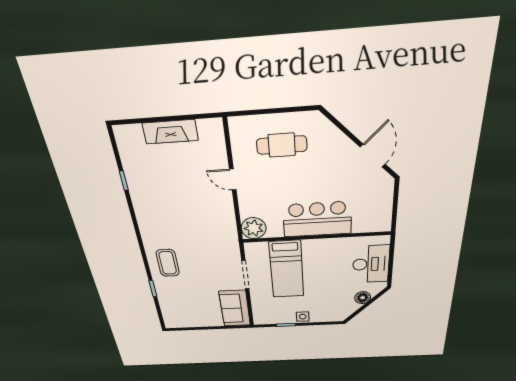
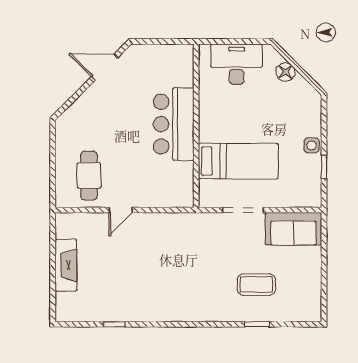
cafe table: (282, 145) -> (89, 175), moved
plant: (254, 228) -> (180, 194), removed
coffee table: (168, 263) -> (256, 285), moved

